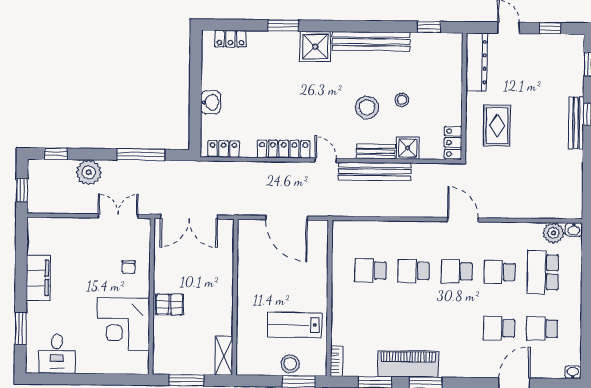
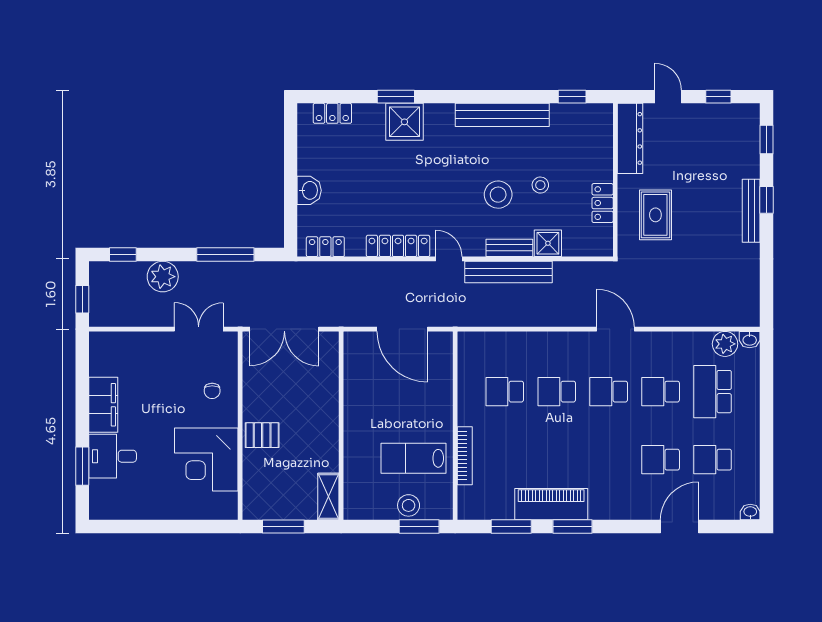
shower: (315, 47) -> (404, 122), moved
locker: (453, 143) -> (603, 203), moved
desk: (57, 354) -> (113, 456), moved, turned 90
bookcase: (337, 361) -> (465, 456), moved, width x1.56

